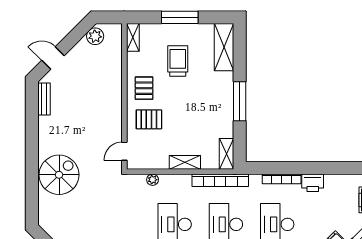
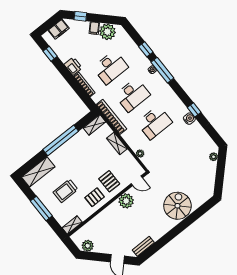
window: (240, 101) -> (61, 140), width x1.46
plant: (111, 121) -> (126, 201), added
window: (348, 168) -> (50, 54), added
spiral stairs: (59, 175) -> (177, 206), turned 90

